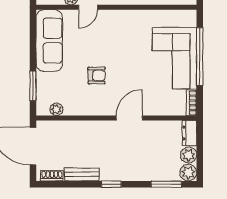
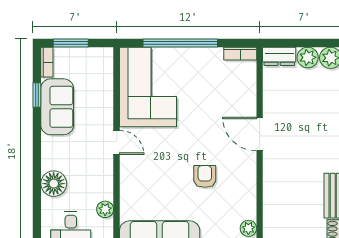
door: (88, 7) -> (117, 142), moved
corner sofa: (175, 58) -> (148, 87), moved, turned -90

